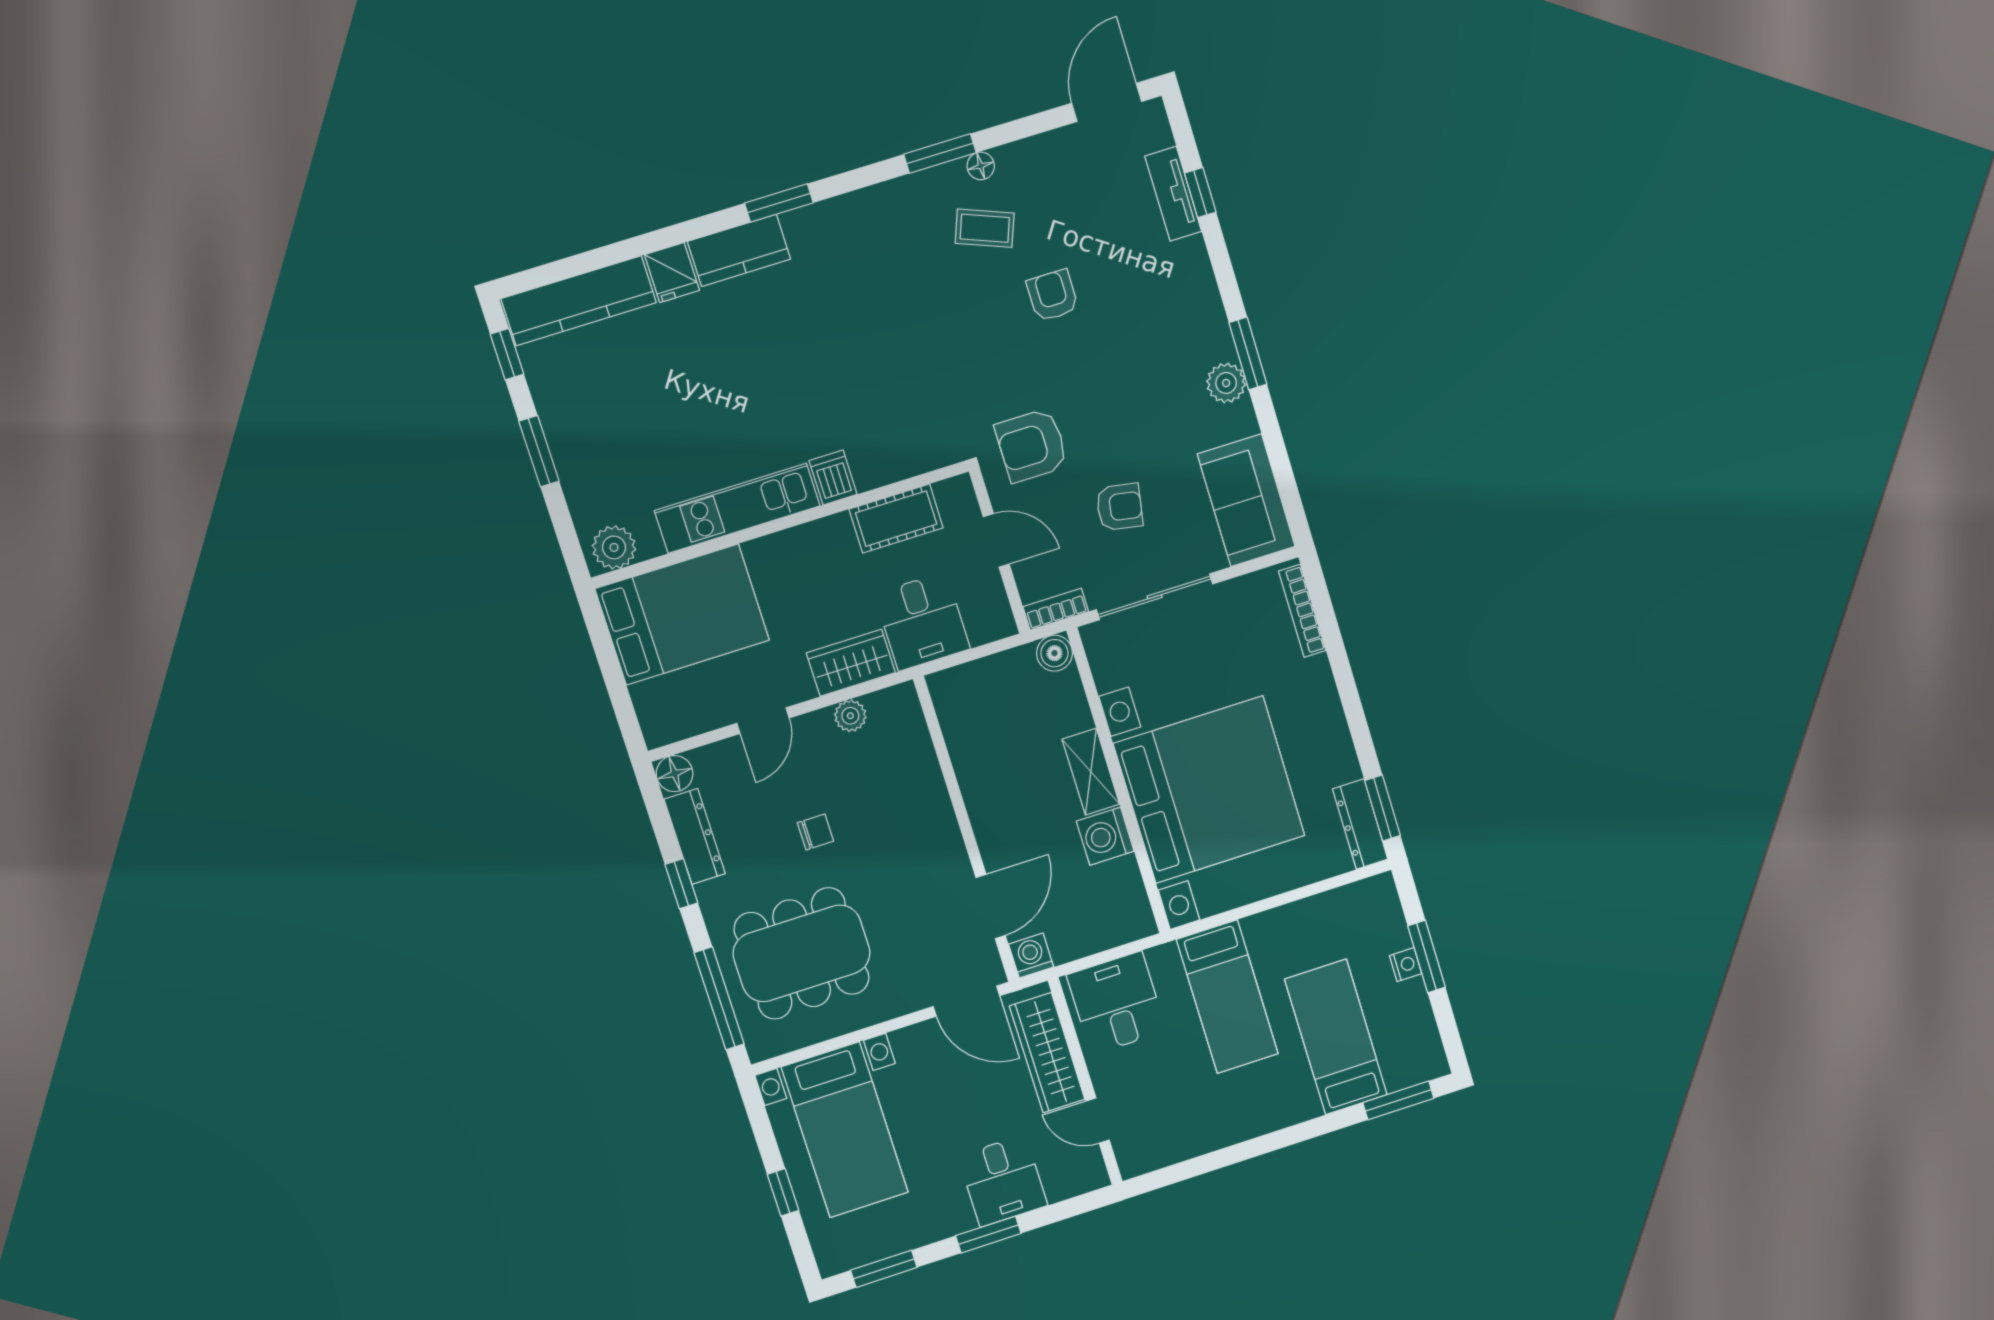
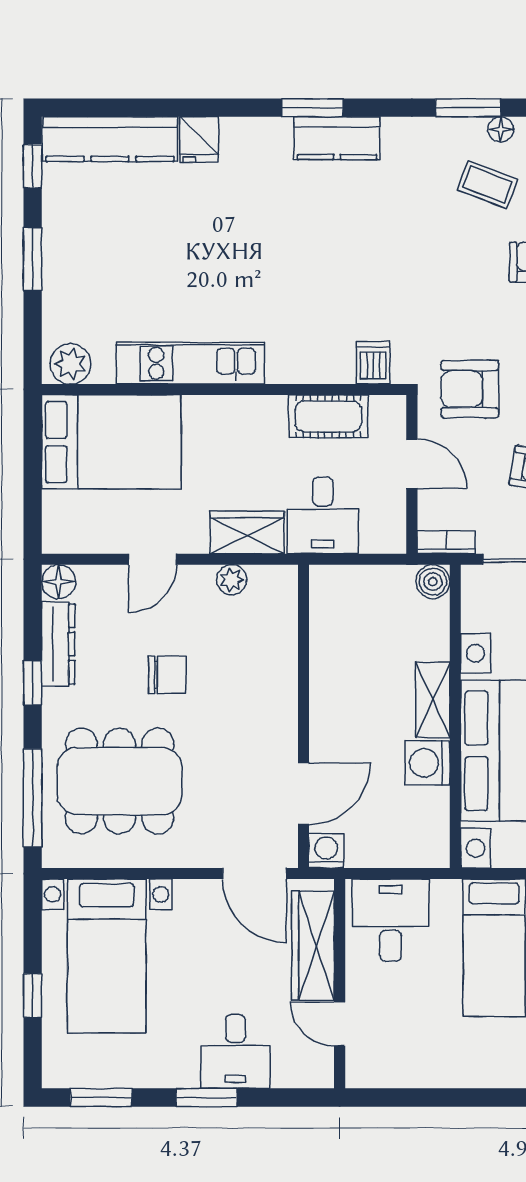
kitchen counter: (739, 250) -> (337, 138), moved
dishwasher: (833, 478) -> (373, 362), moved
chair: (815, 832) -> (167, 675), width x1.37, depth x1.37

